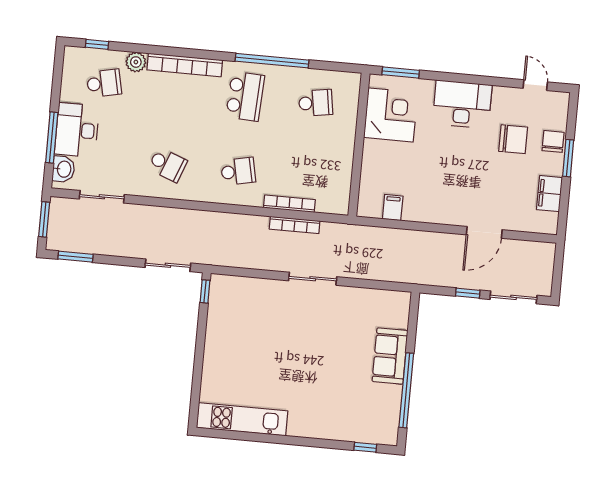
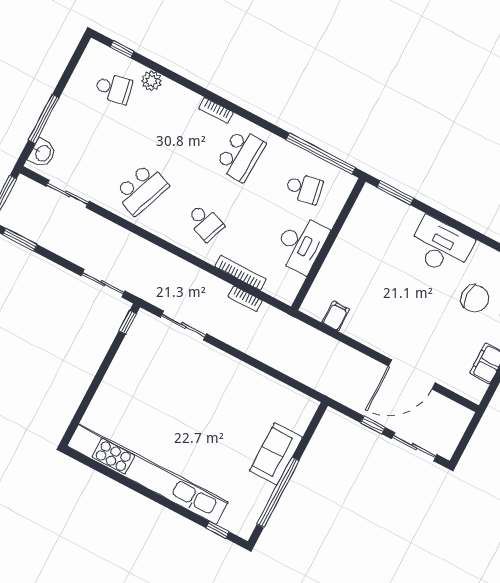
window: (272, 61) -> (321, 154), moved
bookcase: (185, 65) -> (216, 110), width x0.43, depth x0.76
corner desk: (391, 115) -> (370, 229), removed
desk: (77, 130) -> (301, 244), moved, turned 180
school desk: (168, 165) -> (142, 189), width x1.85
school desk: (238, 171) -> (205, 222), turned 33
bookcase: (295, 225) -> (245, 299), width x0.64
door: (484, 232) -> (412, 374), width x1.36
sliding door: (313, 279) -> (183, 325), moved
kitchen unit: (242, 419) -> (148, 474), width x1.86

